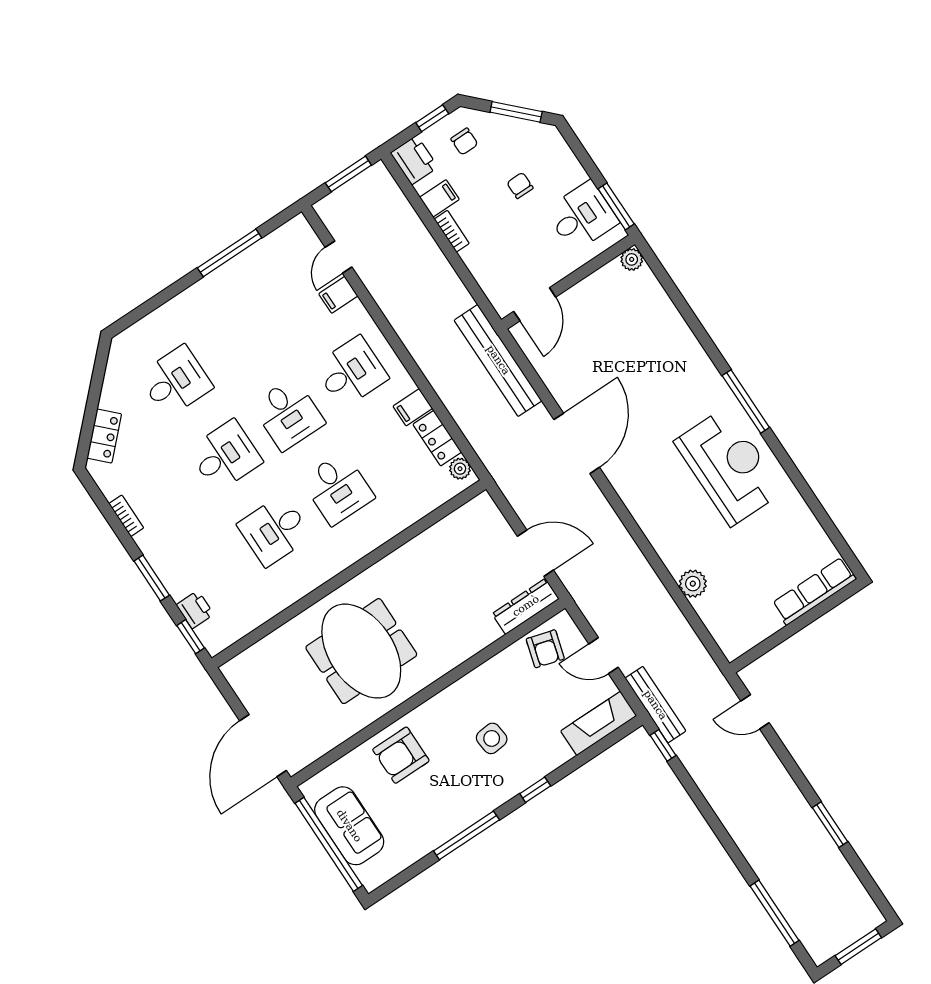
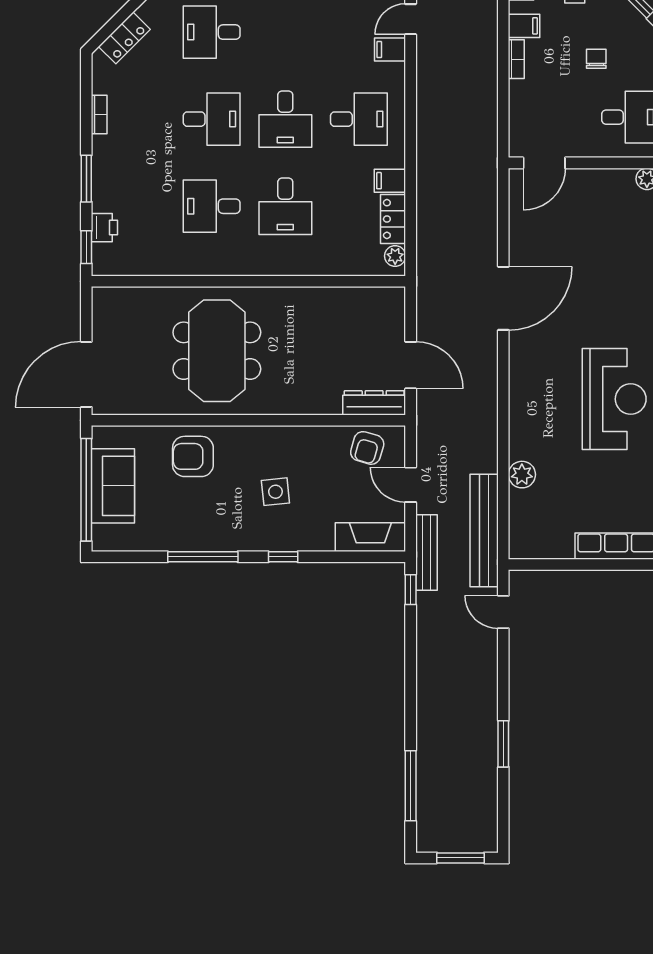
bench: (498, 360) -> (484, 530), moved
desk: (176, 381) -> (212, 32), turned 180

